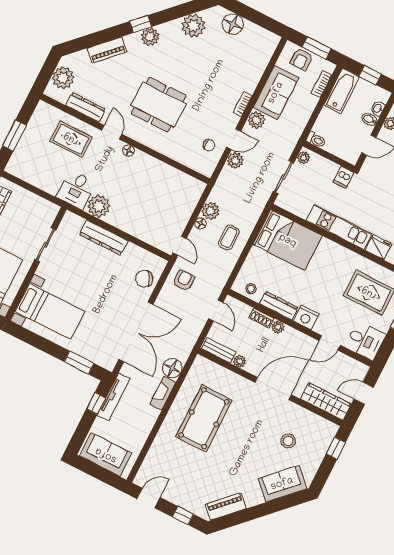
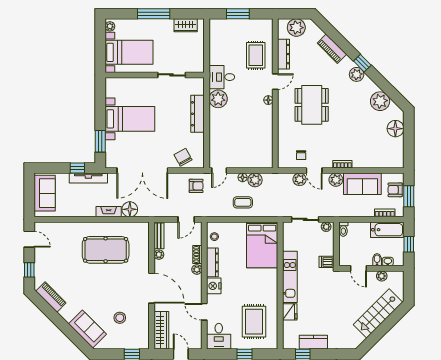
bed with nightstands: (50, 311) -> (130, 119), moved, turned -90

